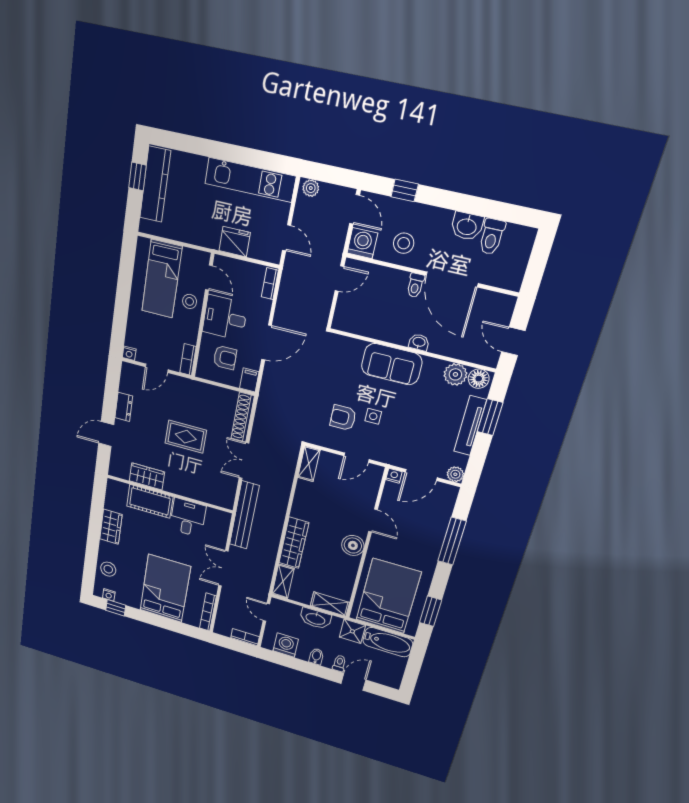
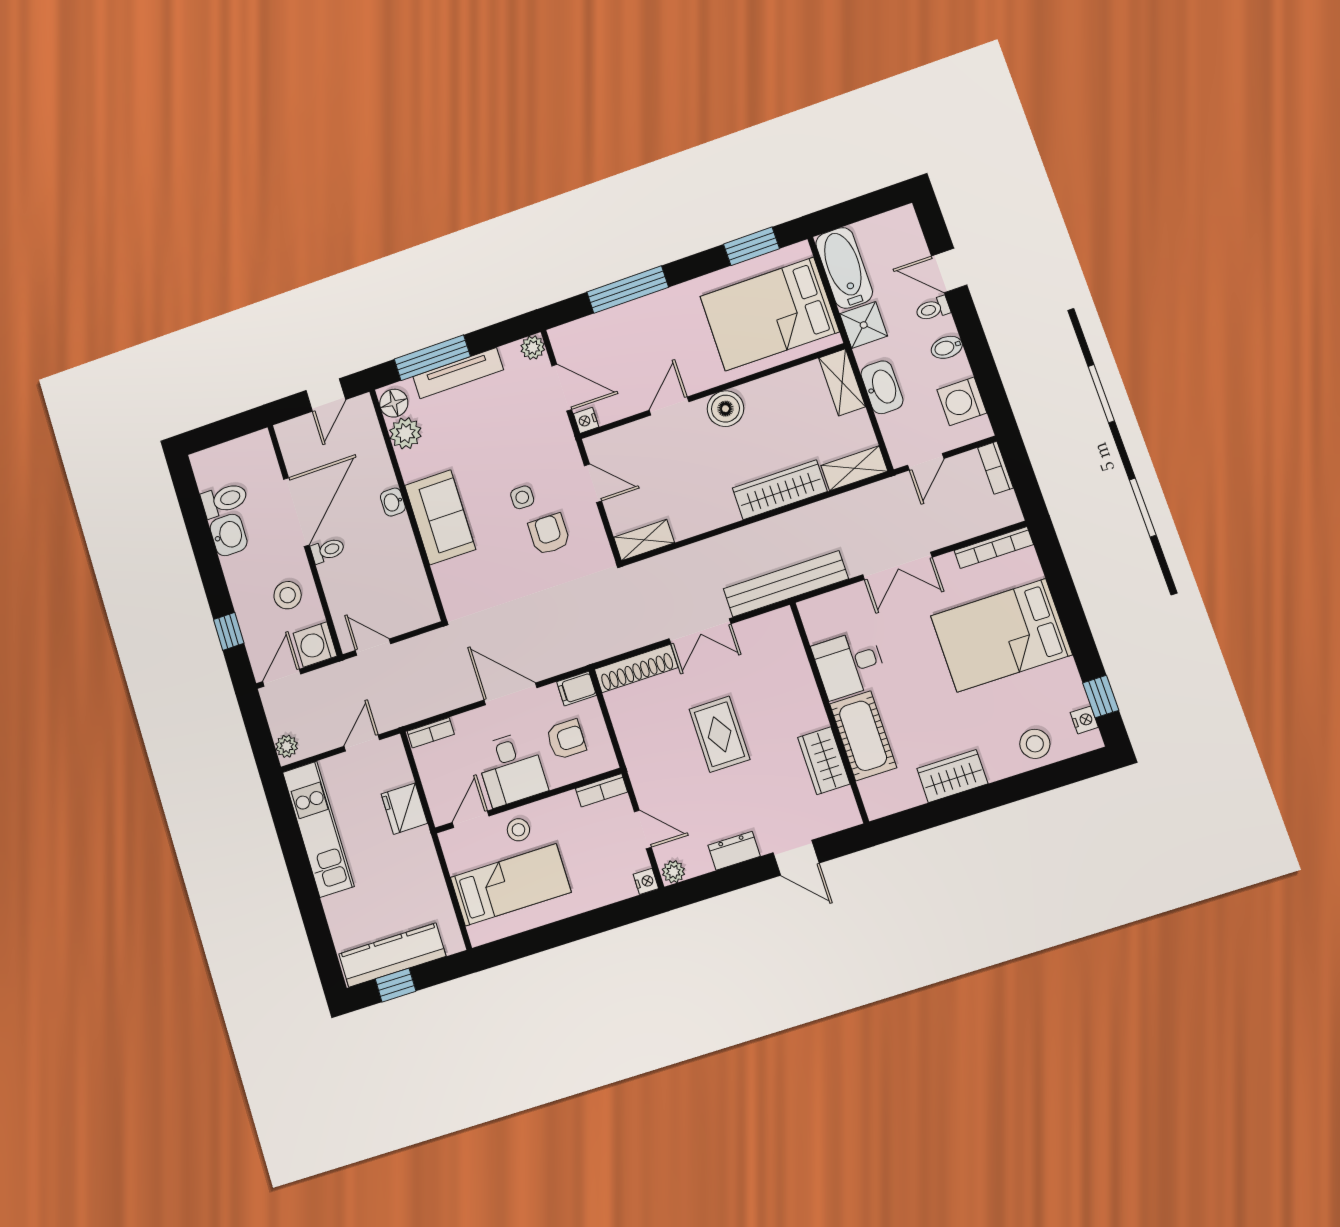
armchair: (225, 357) -> (566, 739), turned 90
plant: (128, 370) -> (673, 872), added
window: (490, 417) -> (432, 358), width x1.44
armchair: (343, 418) -> (549, 534), turned 180

